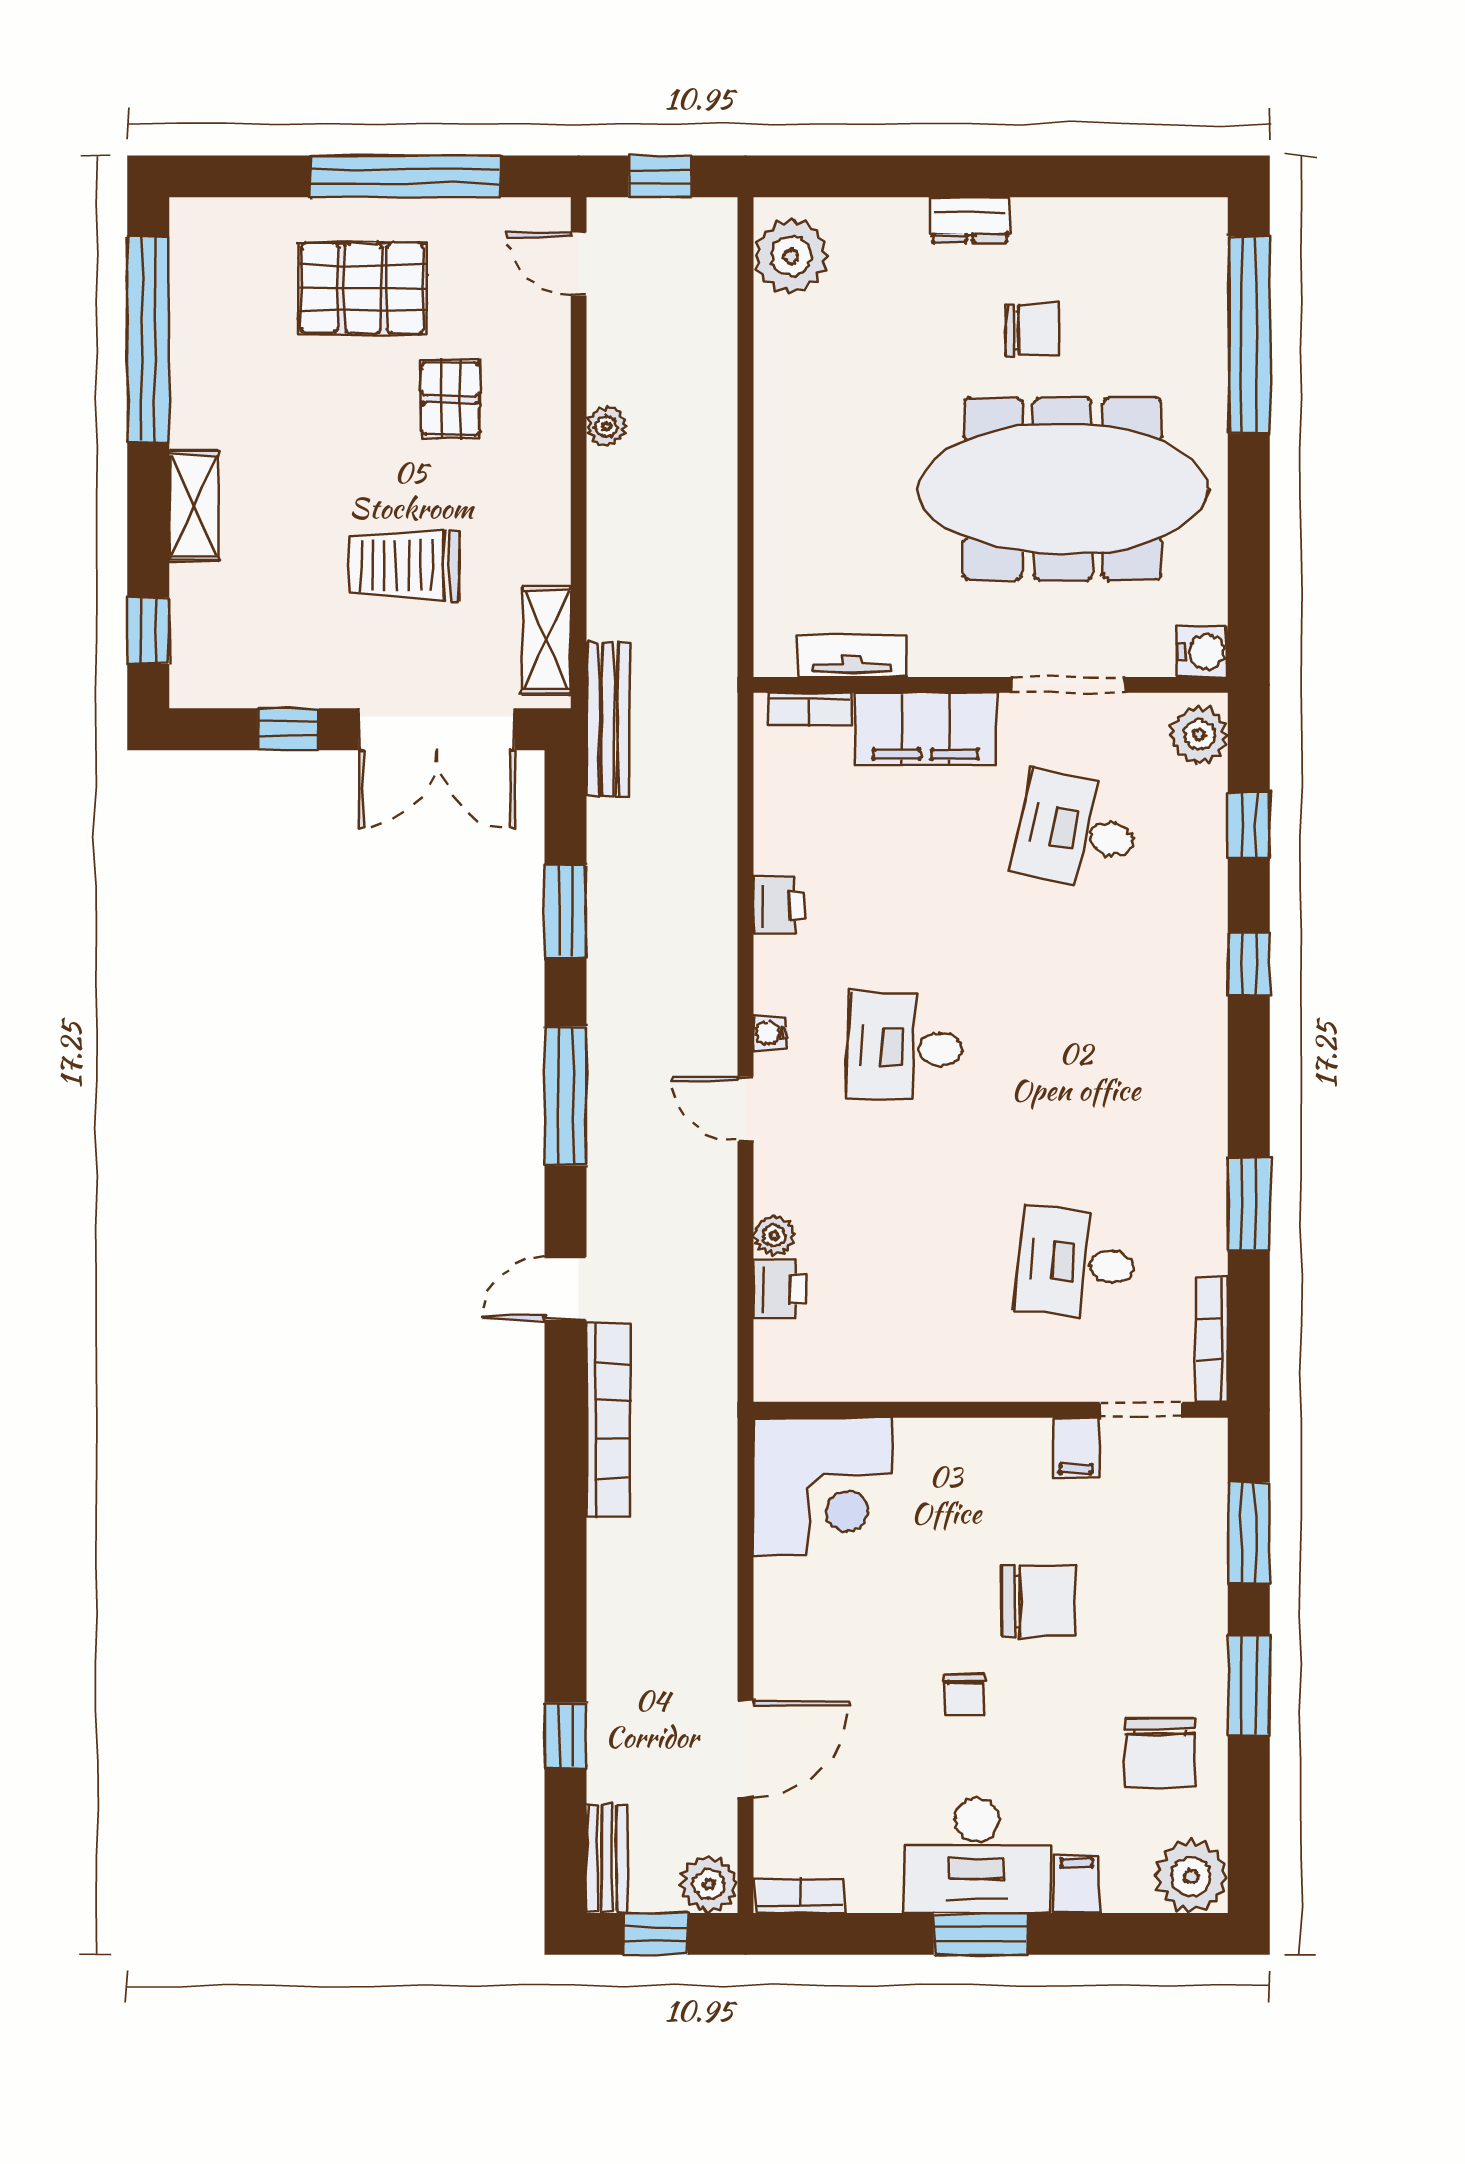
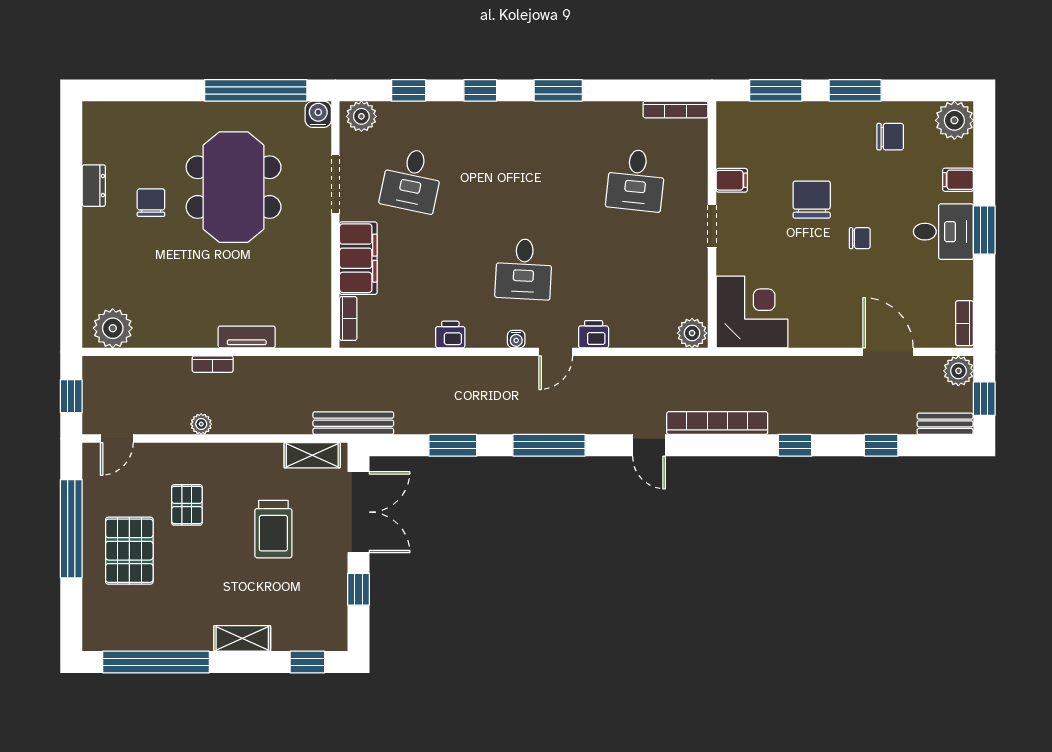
dresser: (970, 220) -> (94, 186), moved
window: (1249, 335) -> (256, 90), moved
pallet: (451, 399) -> (187, 505), turned 90
bookcase: (722, 449) -> (213, 364), added
meeting table: (1063, 489) -> (234, 187), width x0.73
tv unit: (852, 656) -> (247, 337), moved, turned 90
window: (1249, 1204) -> (558, 90), moved
plant: (774, 1235) -> (692, 333), moved, width x1.38, depth x1.38
printer: (780, 1289) -> (594, 334), moved
doorway: (1141, 1410) -> (712, 226), moved
window: (566, 1570) -> (795, 445), added
chair: (1160, 1753) -> (890, 137), width x0.73, depth x0.73
desk: (977, 1855) -> (943, 232), width x0.73

